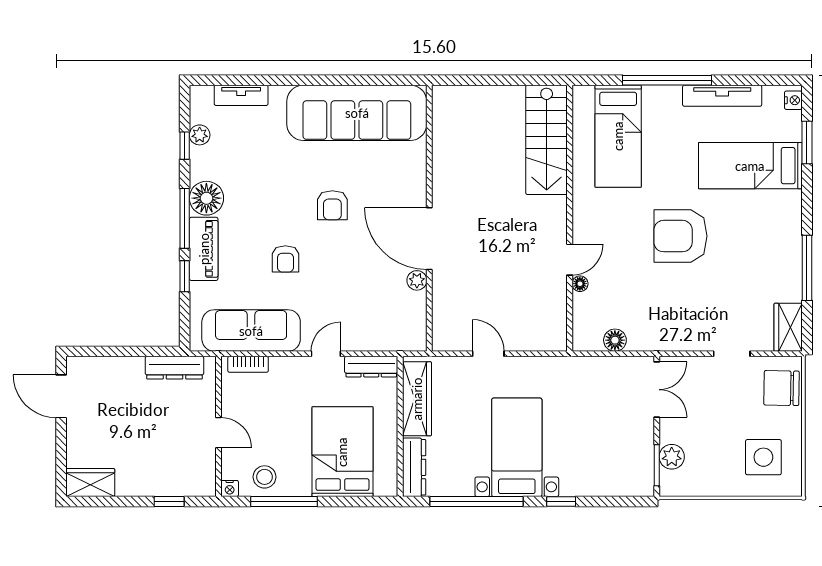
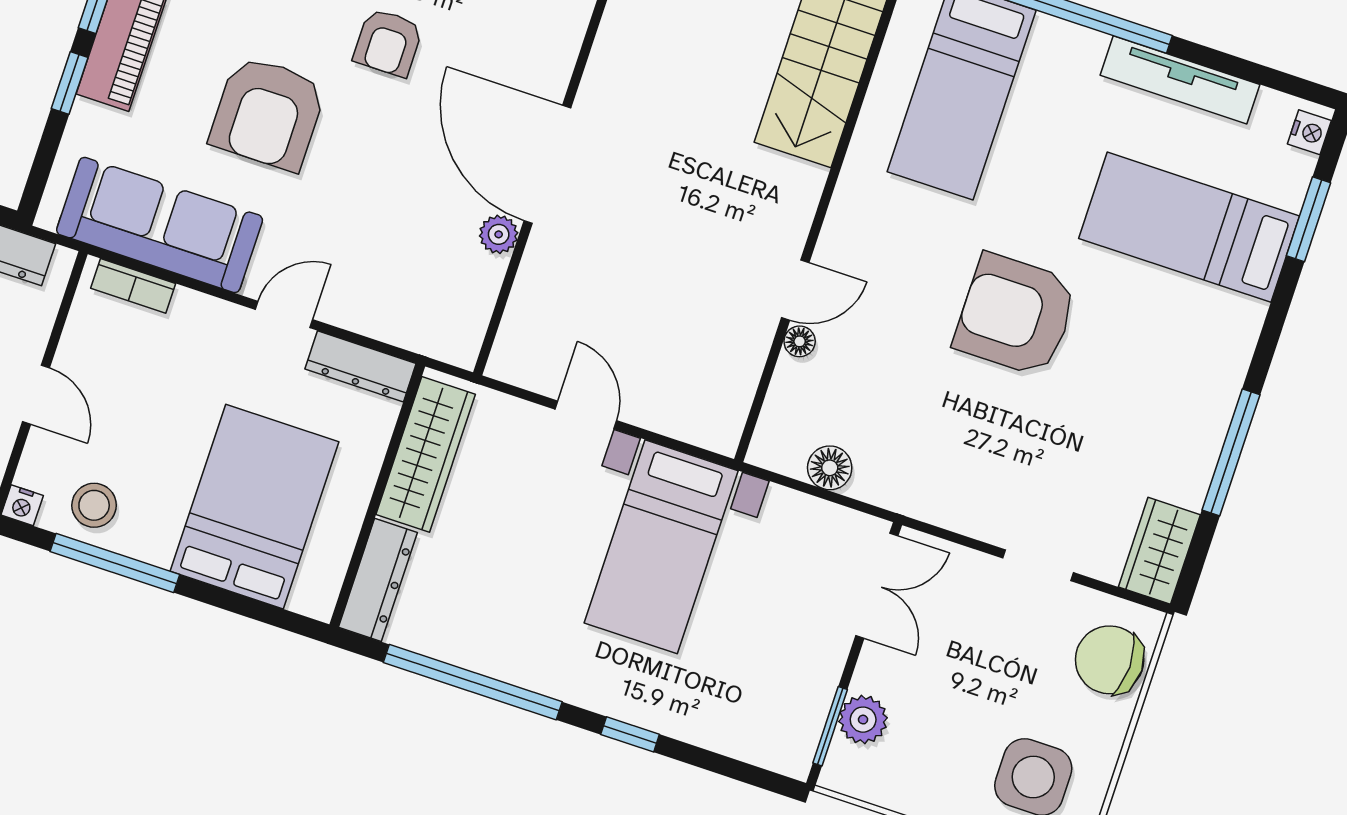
armchair: (285, 259) -> (268, 113), width x1.88, depth x1.88
bed with nightstands: (517, 447) -> (661, 547), moved, turned 180

